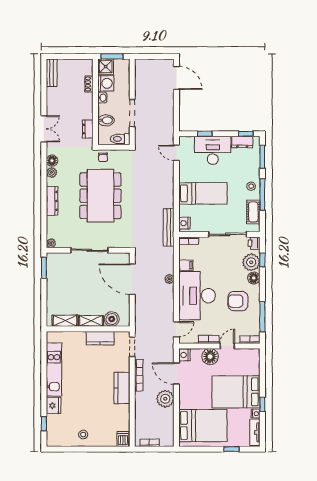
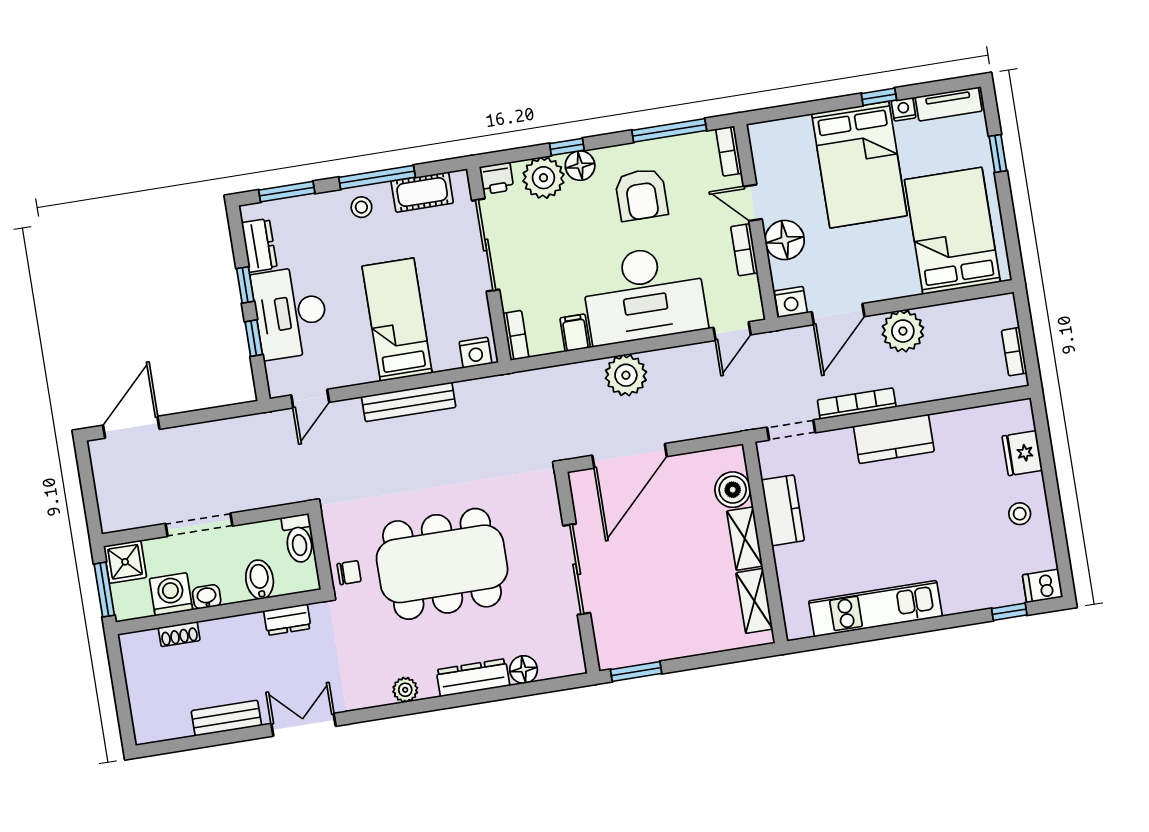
shower: (106, 67) -> (125, 562), moved
bench: (52, 73) -> (226, 718), moved
doorway: (132, 113) -> (199, 525), moved
window: (246, 134) -> (245, 285), moved
floor lamp: (52, 161) -> (524, 670), moved
bench: (169, 227) -> (409, 402), moved
plant: (51, 243) -> (575, 664), removed
window: (262, 260) -> (567, 147), moved
plant: (169, 279) -> (626, 375), width x1.87, depth x1.87
door: (176, 329) -> (732, 331), swing flipped
fridge: (53, 406) -> (1022, 453), moved, turned -90
dishwasher: (123, 439) -> (1043, 586), moved

